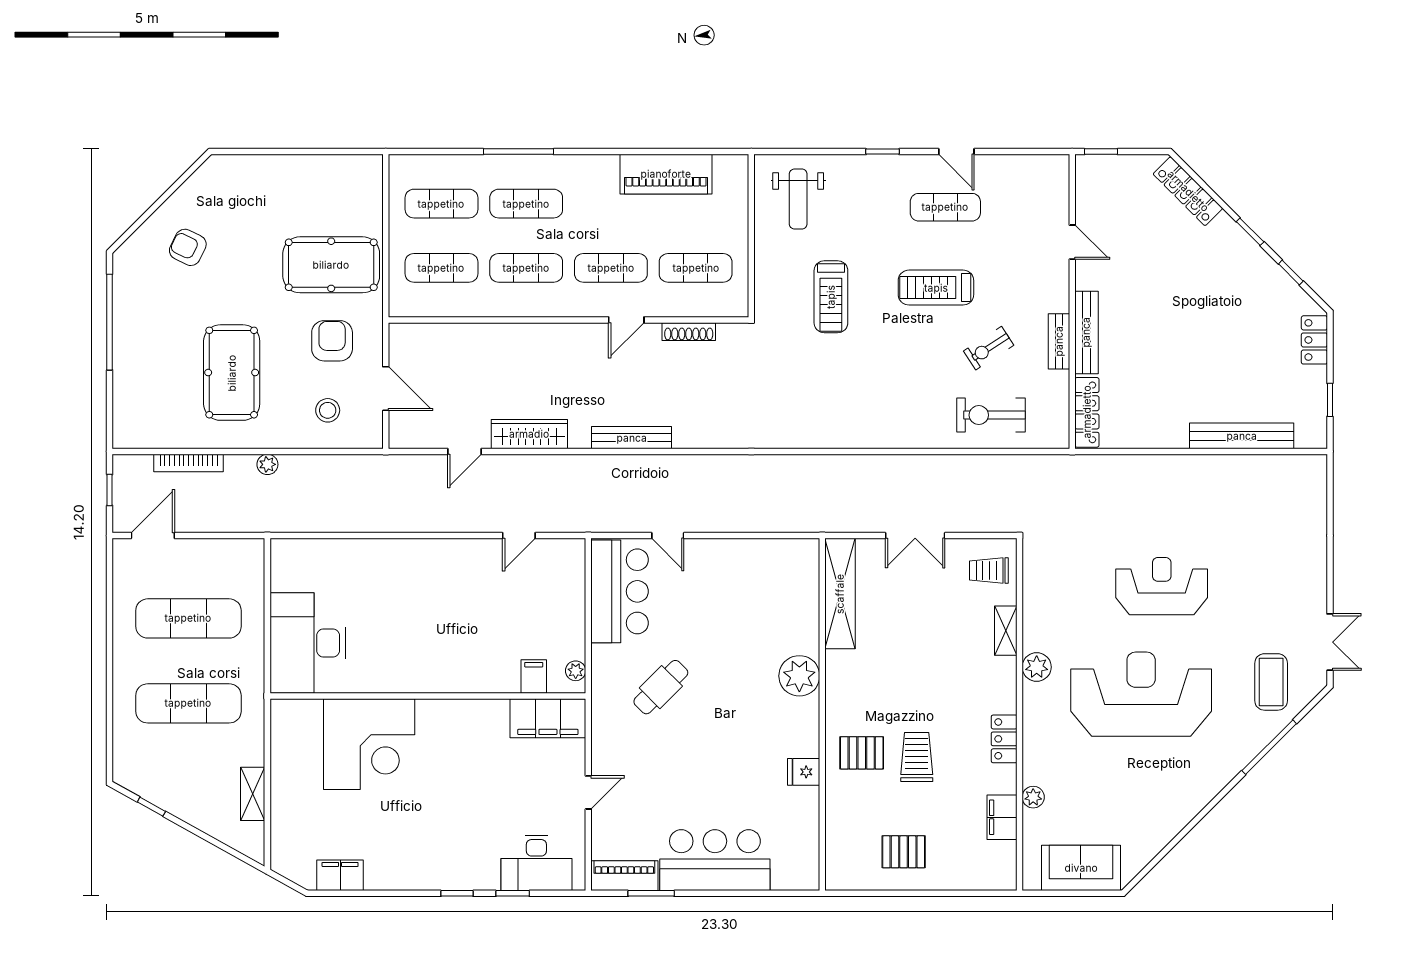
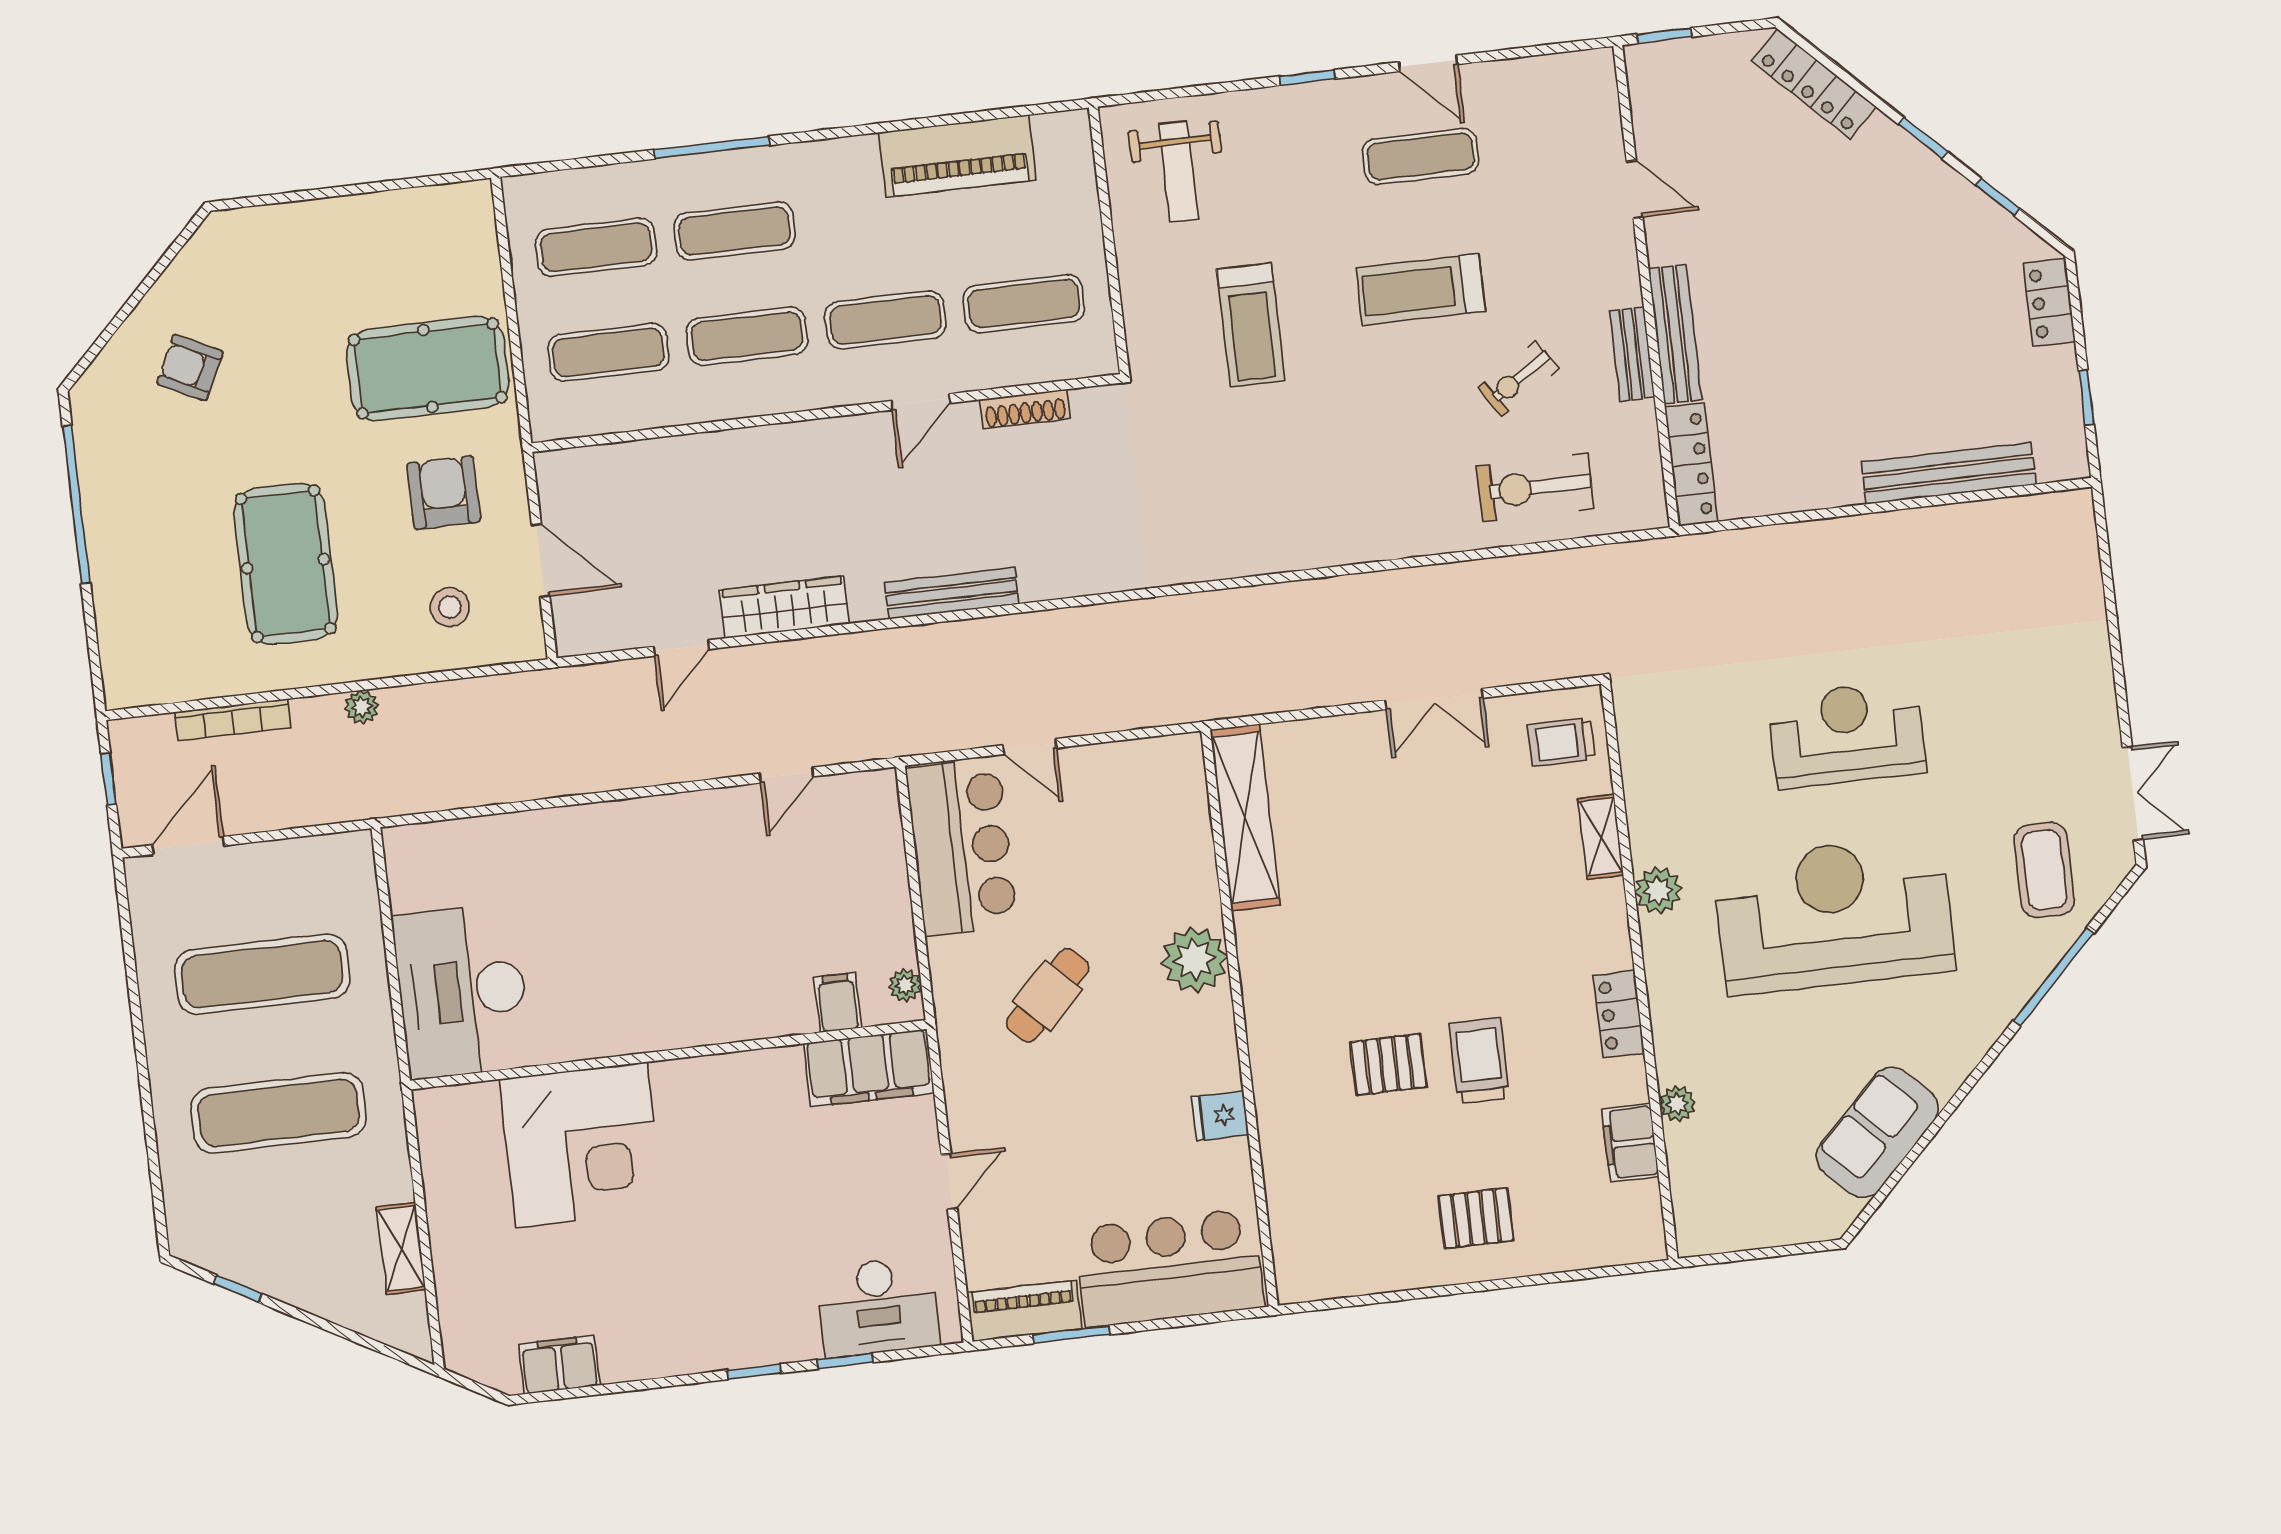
shelving: (840, 594) -> (1245, 817), moved
plant: (799, 676) -> (1194, 960), moved
wall: (822, 714) -> (1239, 1018), moved
fridge: (804, 772) -> (1220, 1116), moved
sofa: (1081, 868) -> (1877, 1132), moved, turned -45

